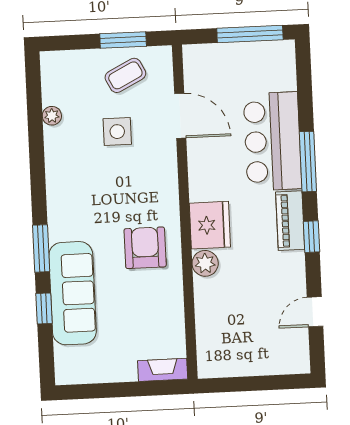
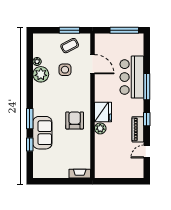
plant: (62, 145) -> (41, 74), added
piano: (290, 221) -> (138, 129), moved
sofa: (73, 293) -> (42, 133), width x0.73

